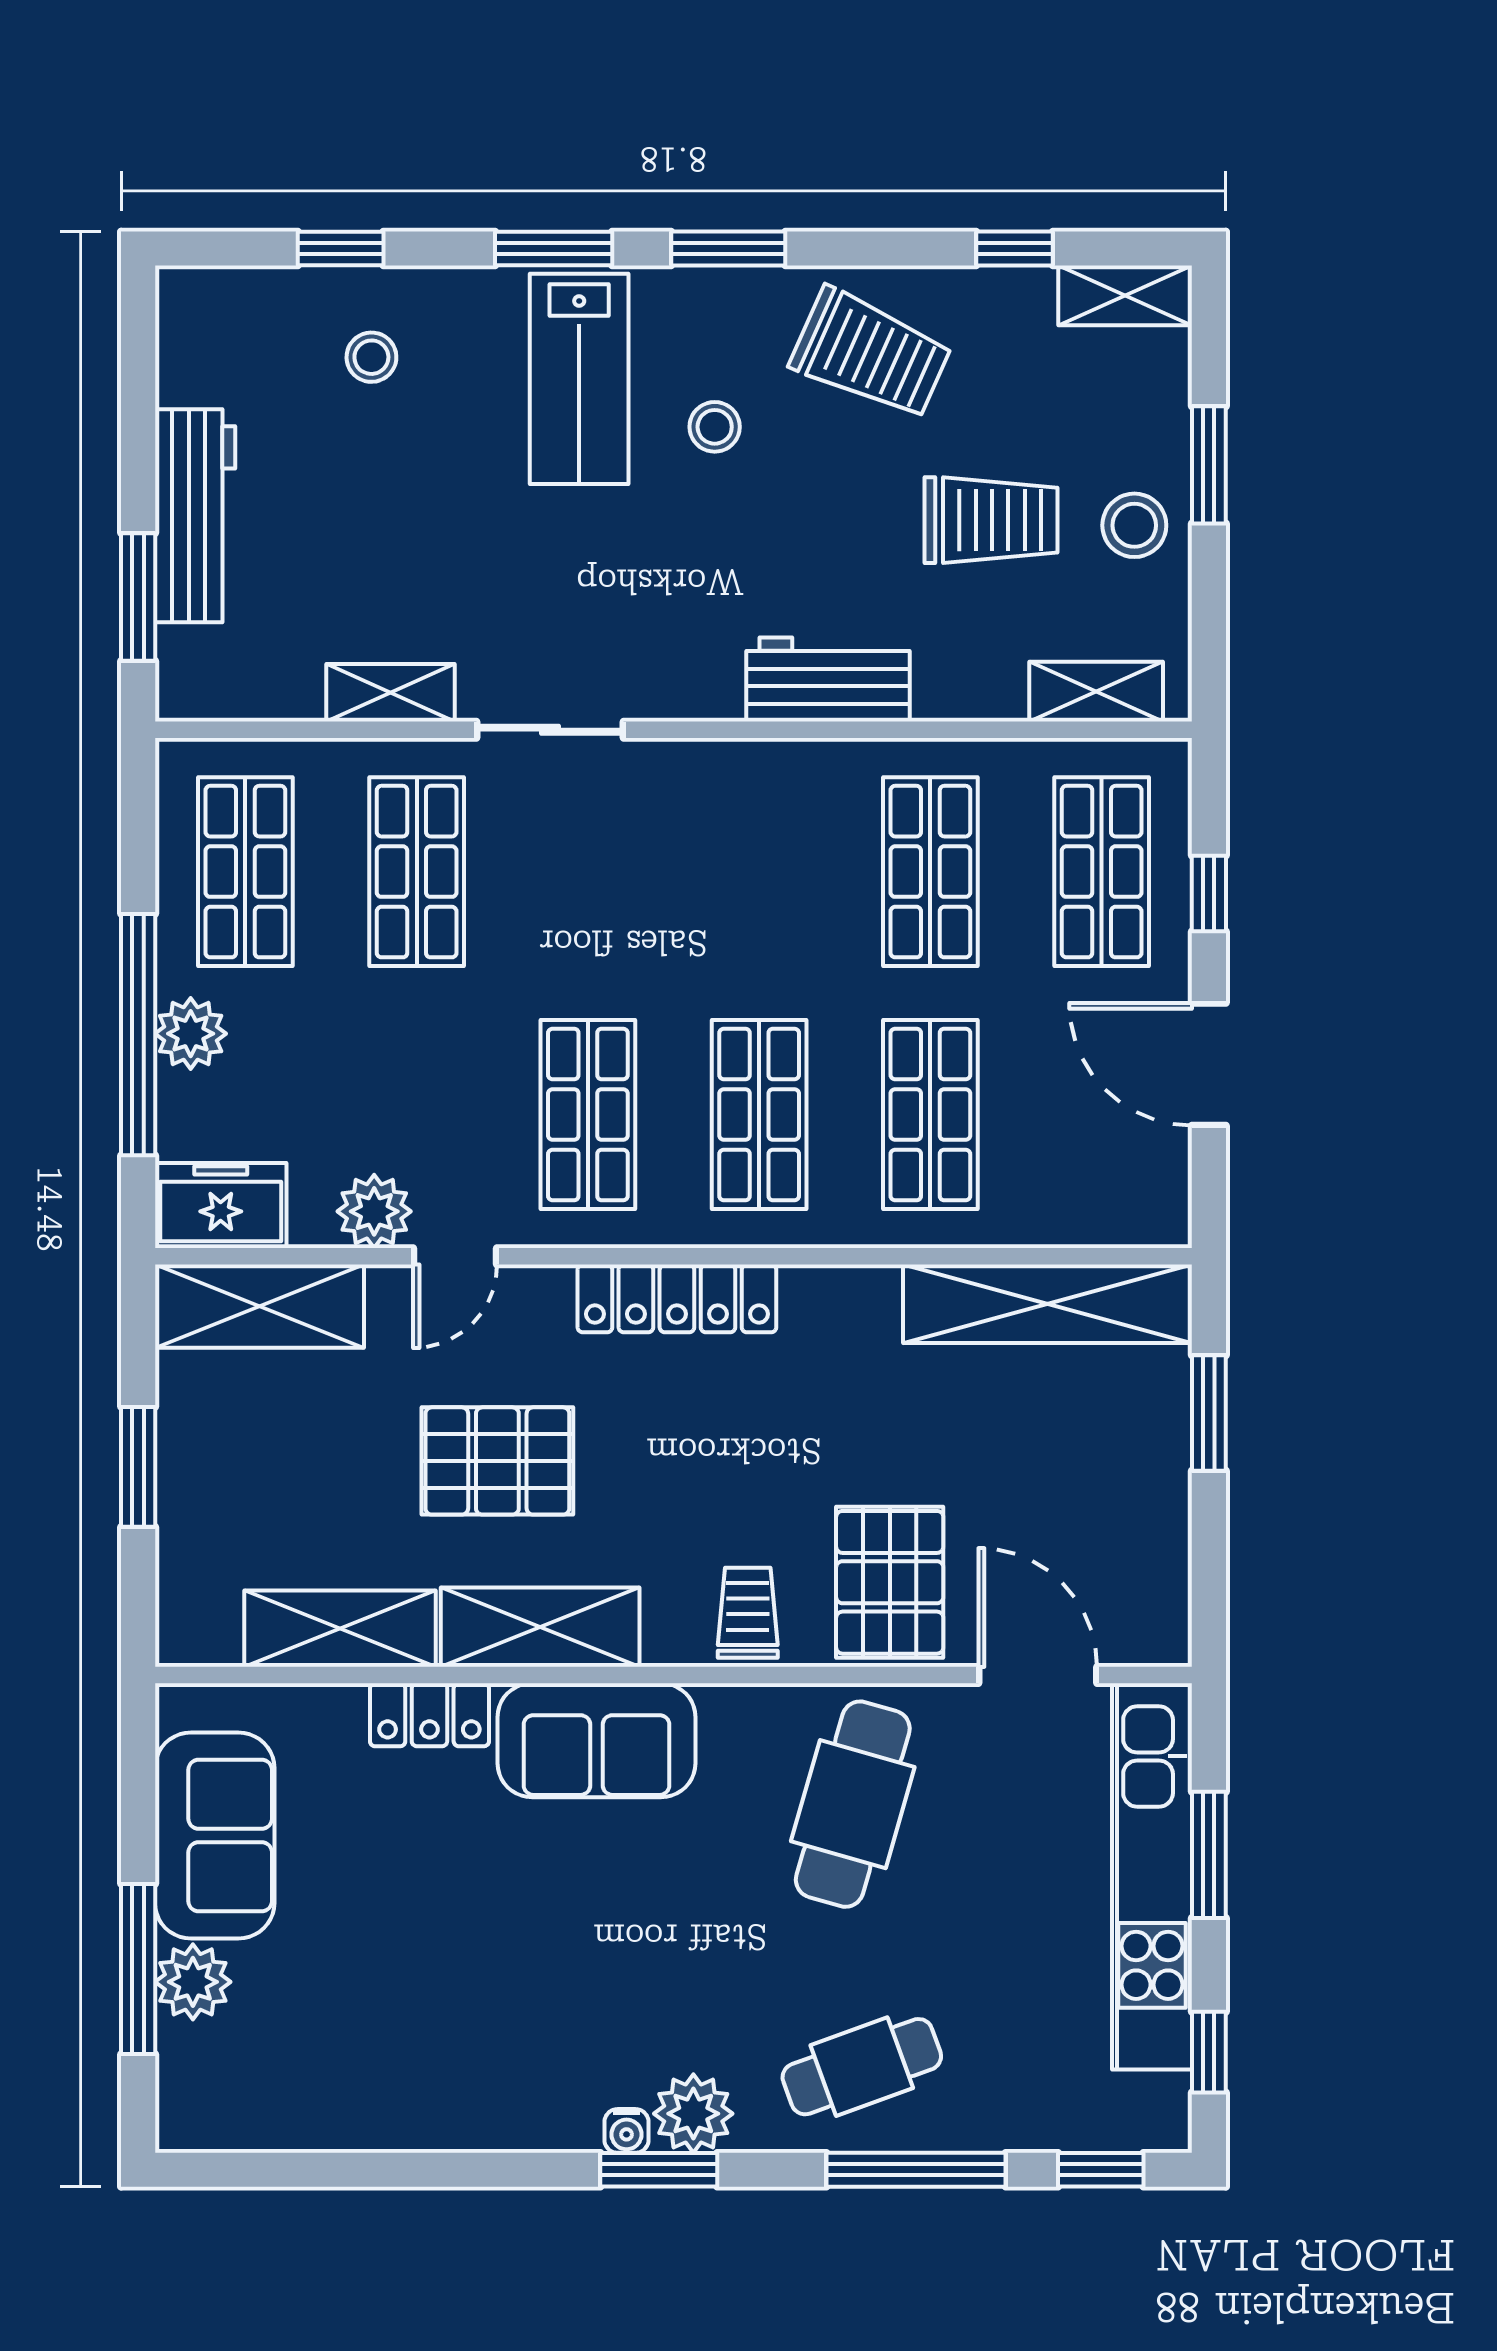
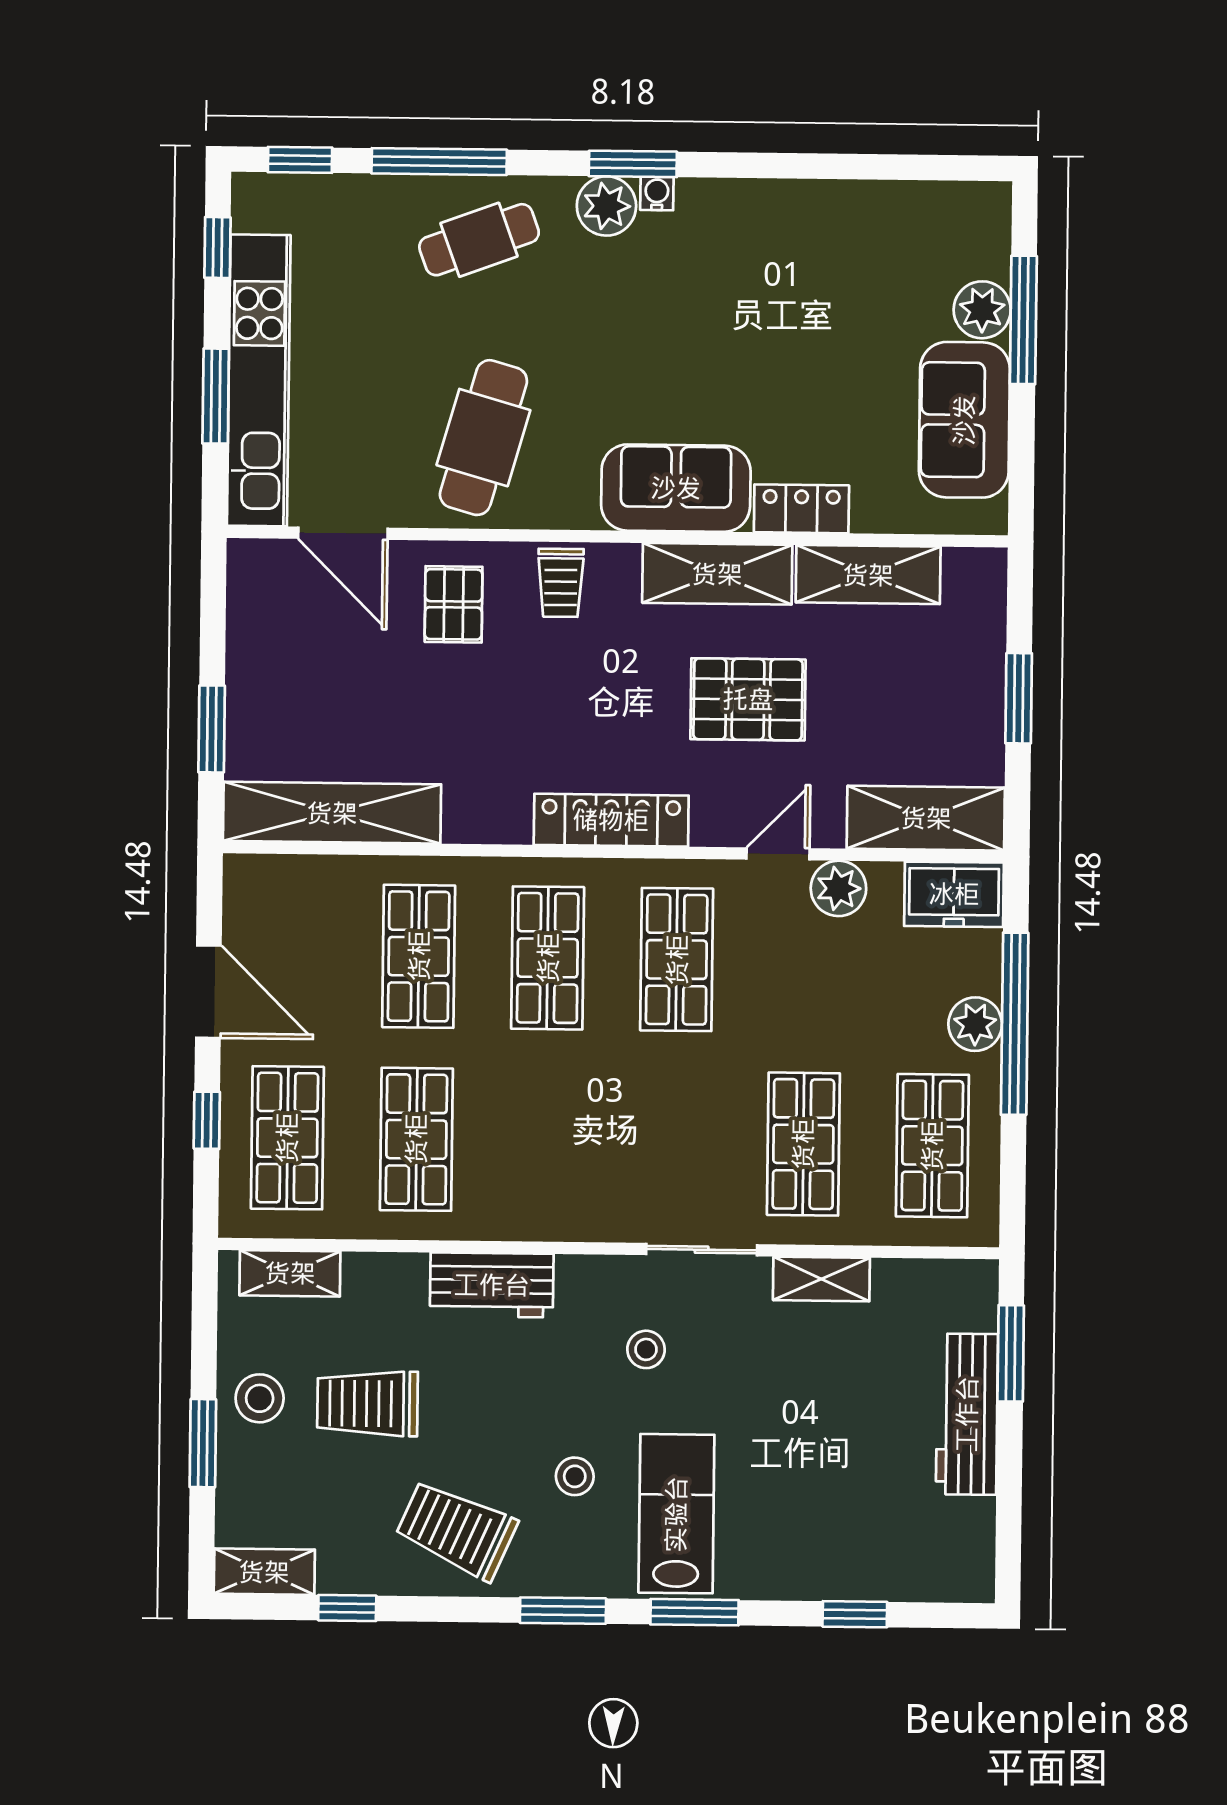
stool: (371, 357) -> (646, 1349), moved
pallet: (890, 1582) -> (454, 604), width x0.67, depth x0.71

